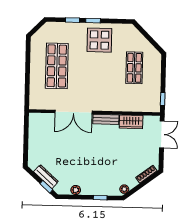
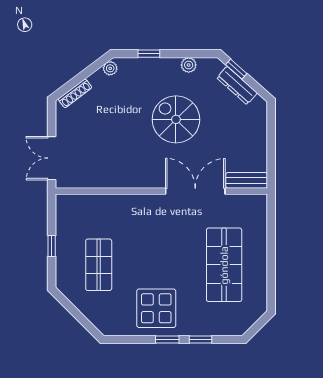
window: (163, 99) -> (52, 246), moved
bench: (106, 119) -> (247, 180), moved
wardrobe: (131, 122) -> (102, 177), removed
spiral stairs: (84, 157) -> (176, 119), added

